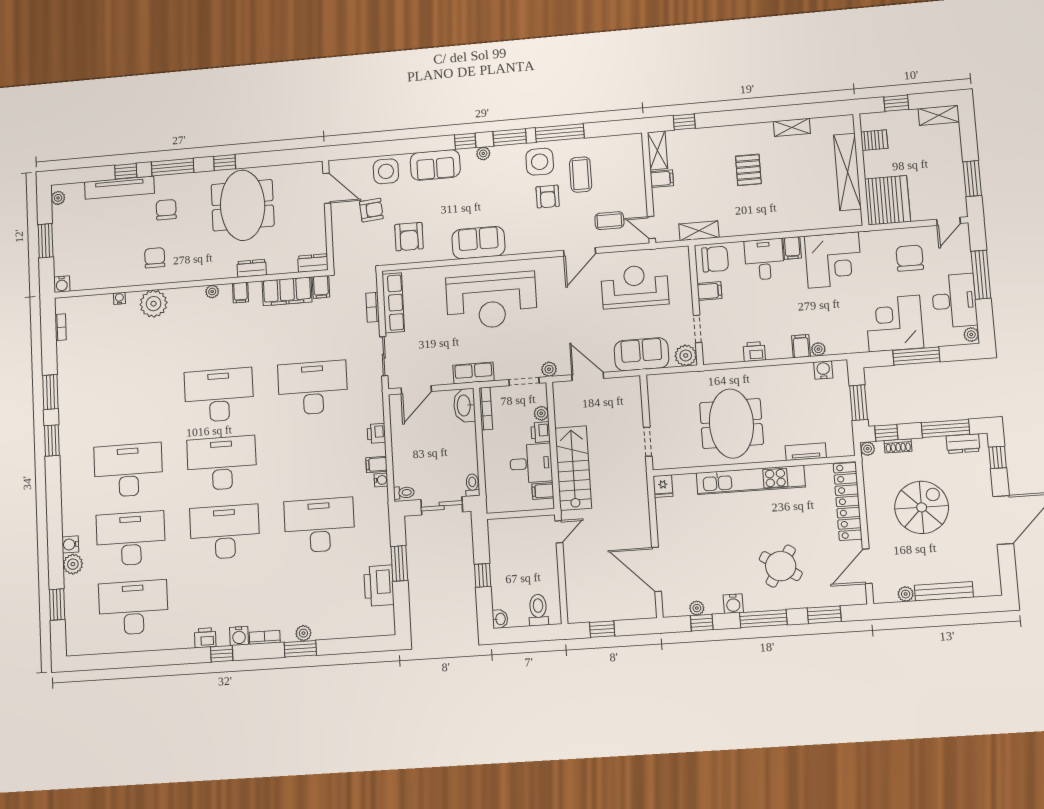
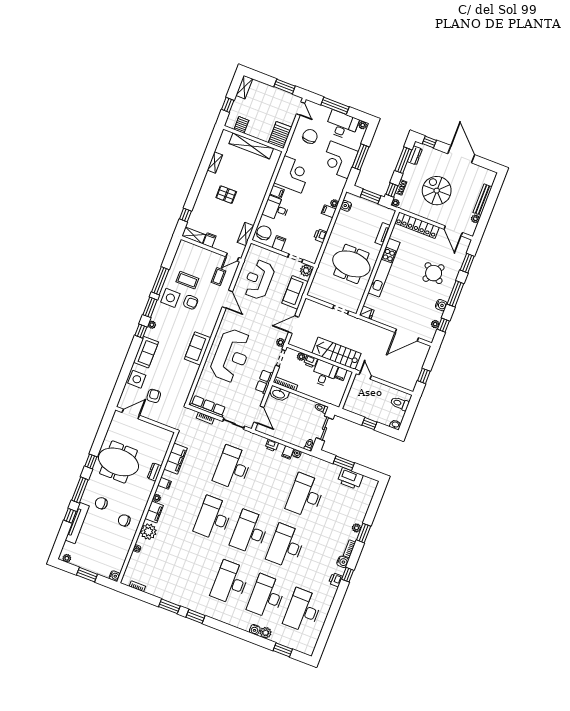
server rack: (887, 200) -> (280, 135), width x0.63
armchair: (409, 237) -> (177, 383), removed
chair: (910, 258) -> (310, 136), turned 90
dresser: (313, 263) -> (167, 439), removed
filing cabinet: (321, 287) -> (154, 512), moved, width x2.00

